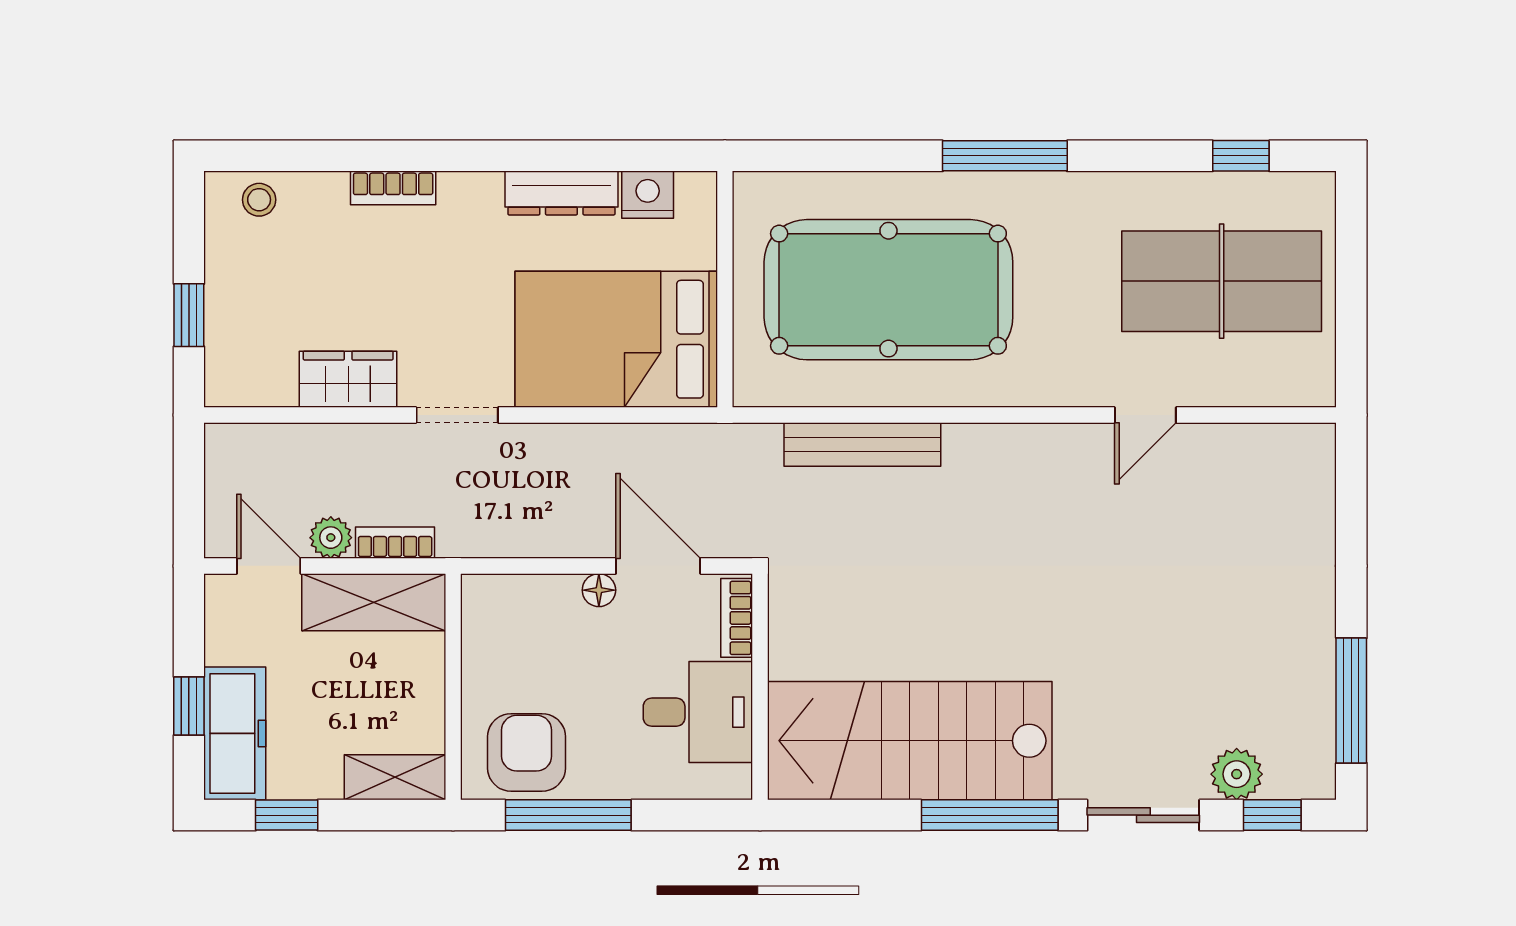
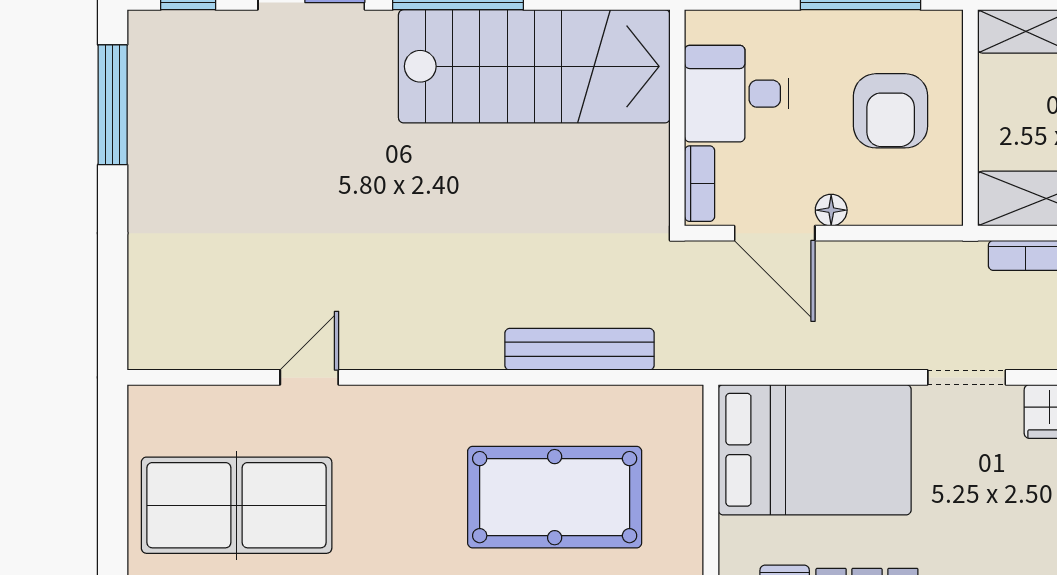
pool table: (888, 290) -> (555, 497), width x0.73, depth x0.76
armchair: (527, 752) -> (891, 111), moved
plant: (1237, 774) -> (222, 34), removed

